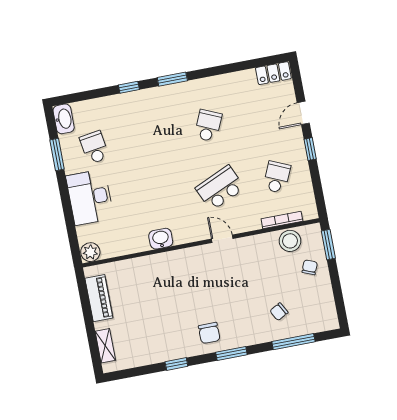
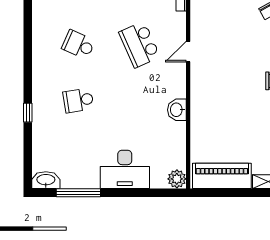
window: (172, 79) -> (28, 70), removed
school desk: (94, 147) -> (78, 100), moved
window: (57, 154) -> (78, 193), width x1.44
piano: (99, 298) -> (222, 176), width x1.37, depth x1.33

